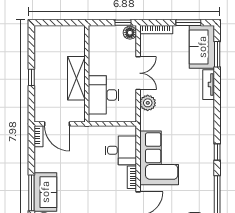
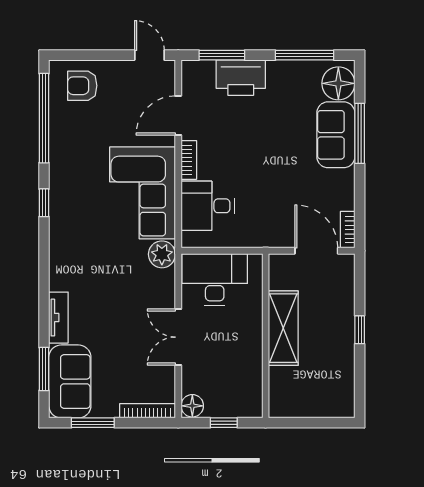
window: (123, 23) -> (224, 423), moved
desk: (104, 95) -> (215, 279), moved, turned -90
plant: (148, 103) -> (162, 254), moved

